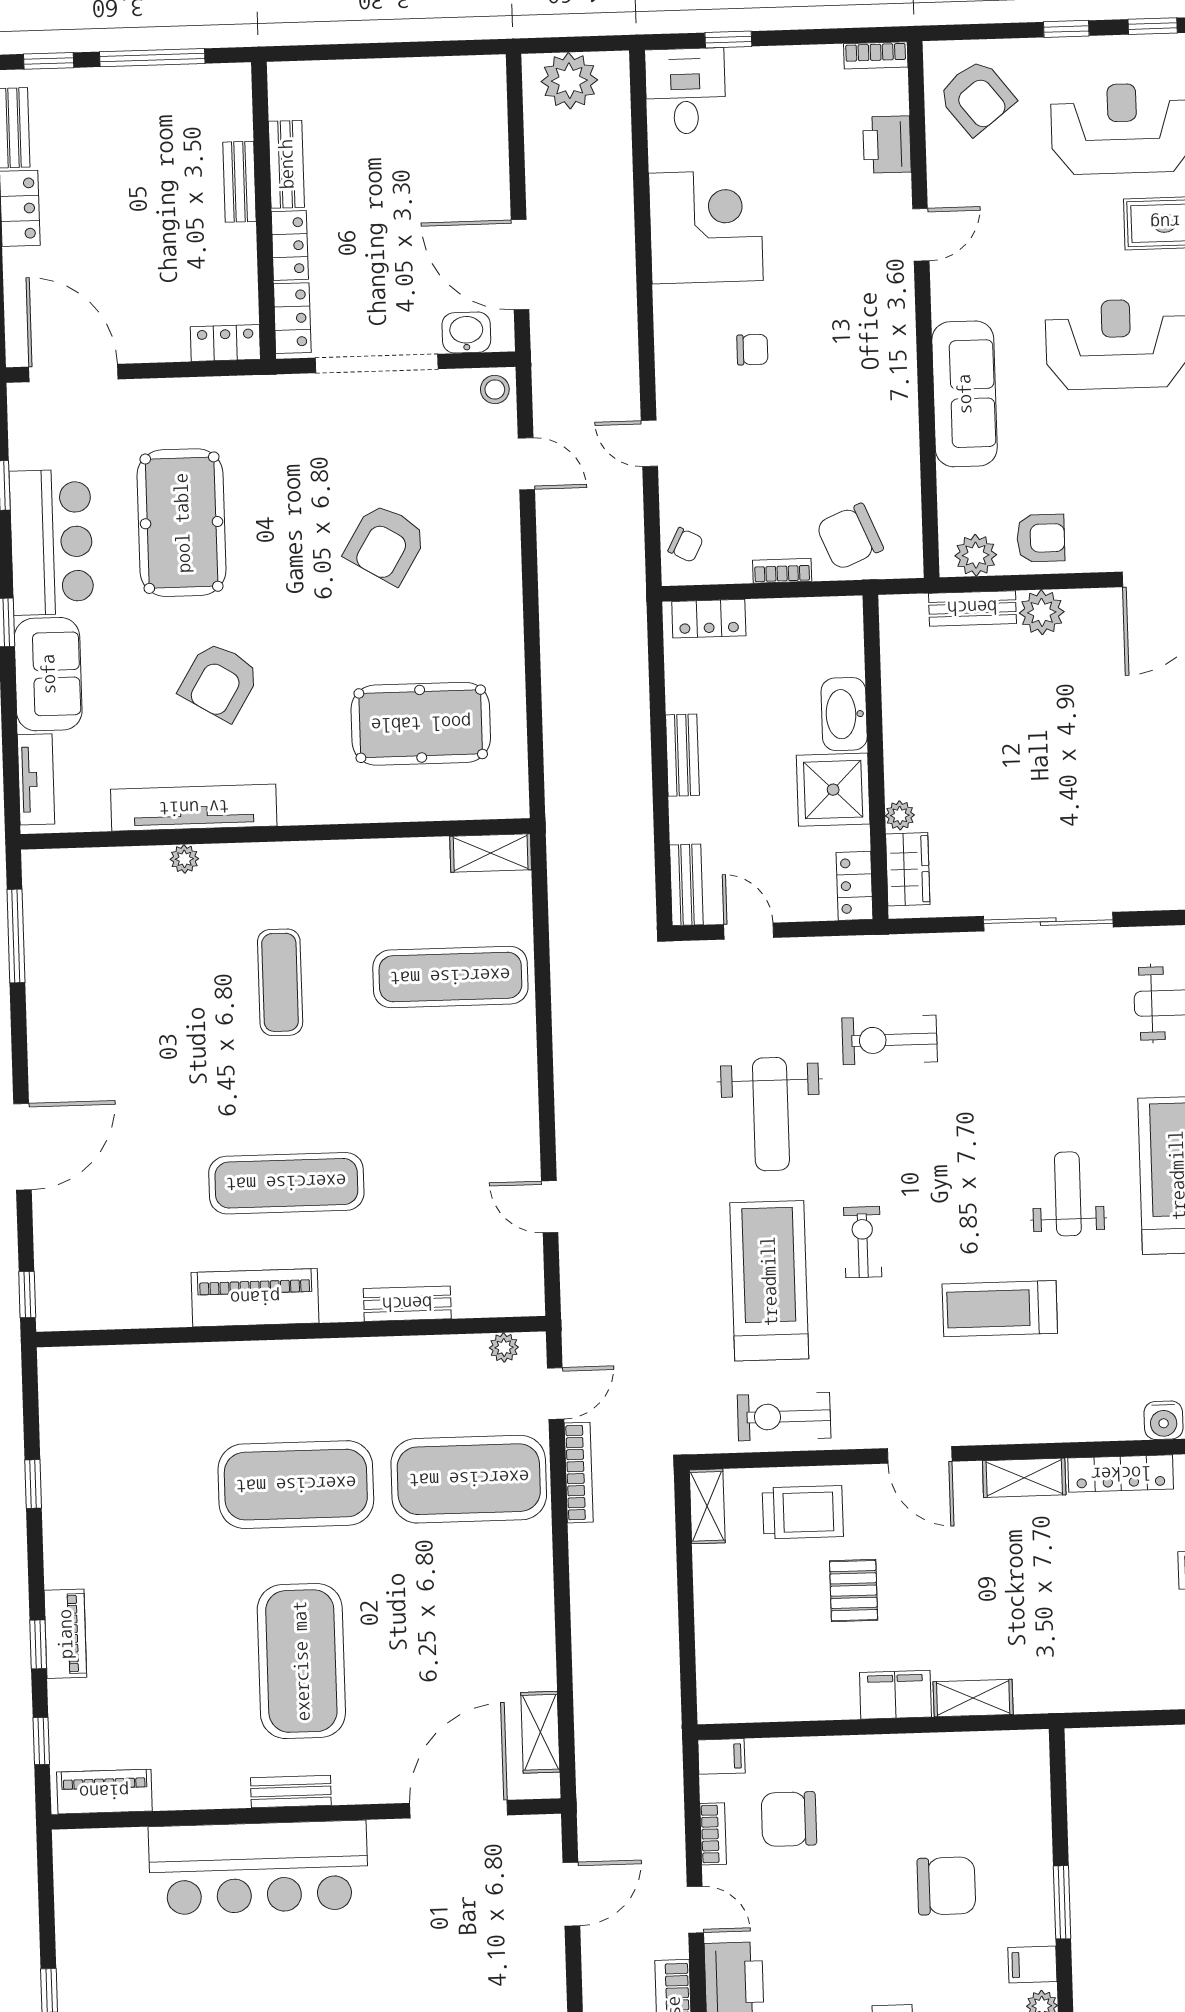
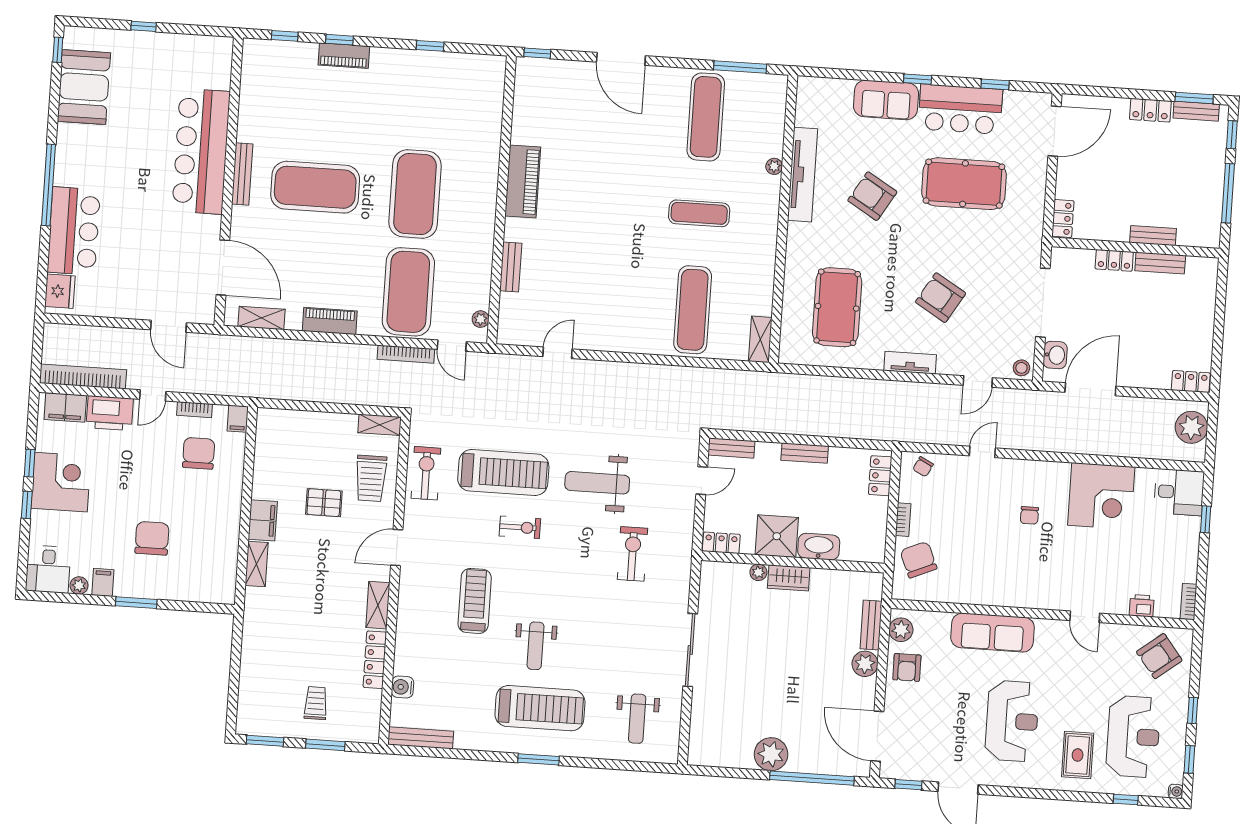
printer: (887, 145) -> (1142, 606), width x0.73, depth x0.81
locker: (292, 318) -> (1191, 382), moved, turned 180
tv unit: (36, 779) -> (910, 363), moved, turned 180
wardrobe: (908, 869) -> (789, 578), moved
exercise mat: (286, 1183) -> (706, 117), moved
weight bench: (1068, 1194) -> (536, 646), turned 90
bench: (291, 1791) -> (242, 174), width x1.36
piano: (104, 1792) -> (330, 321), moved, turned -90
chair: (946, 1886) -> (152, 538), turned 180

